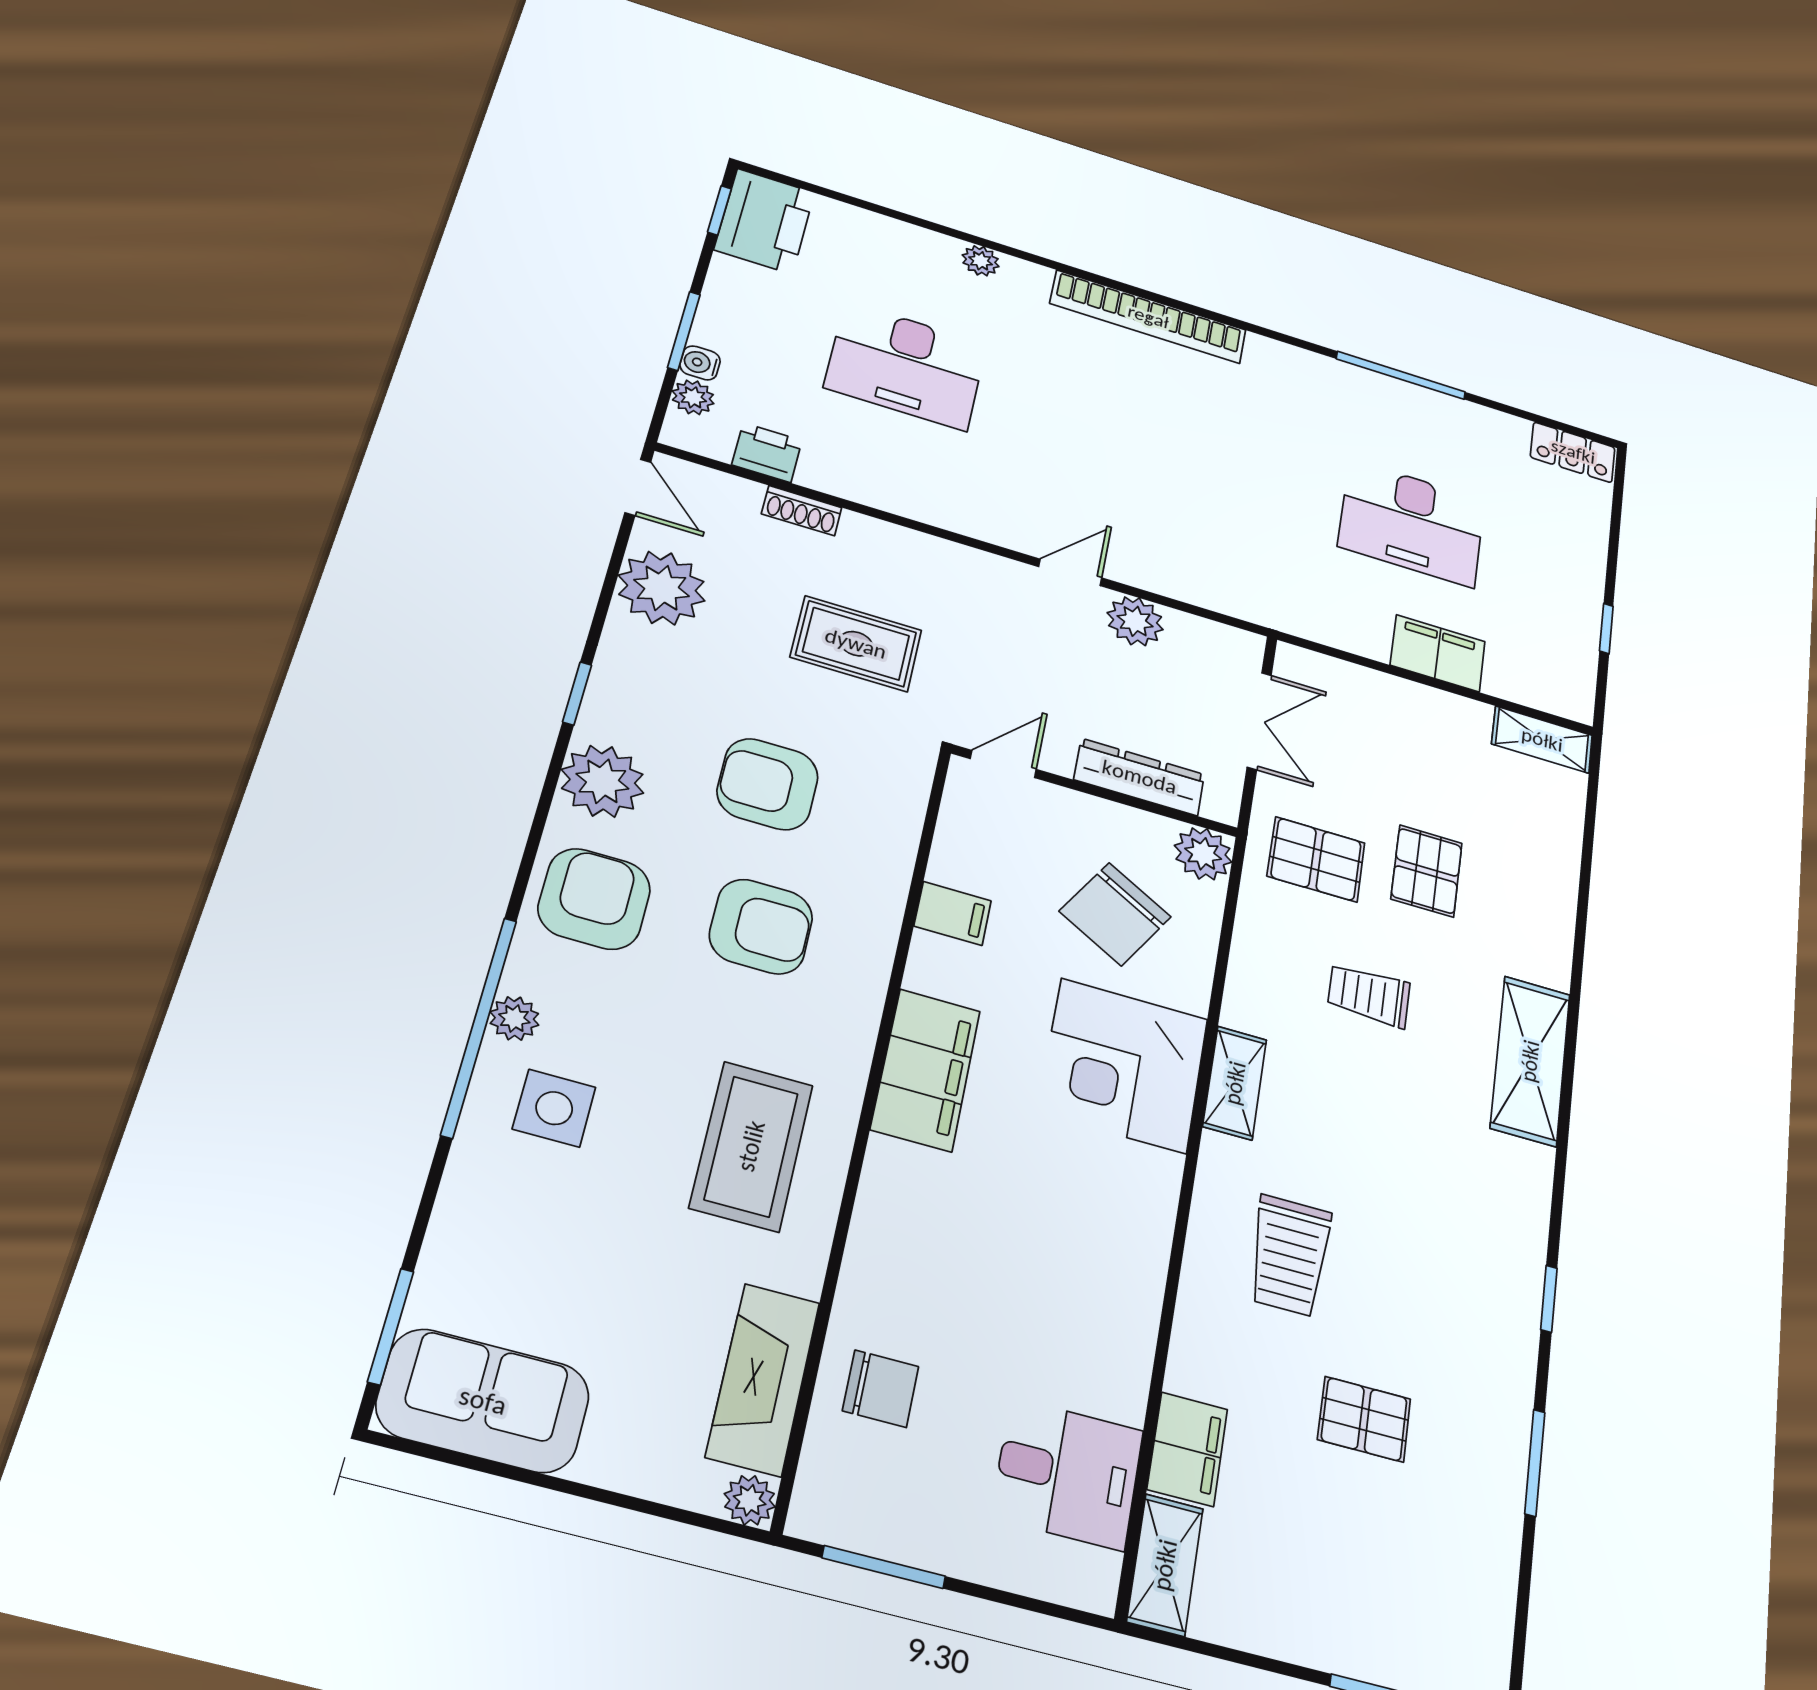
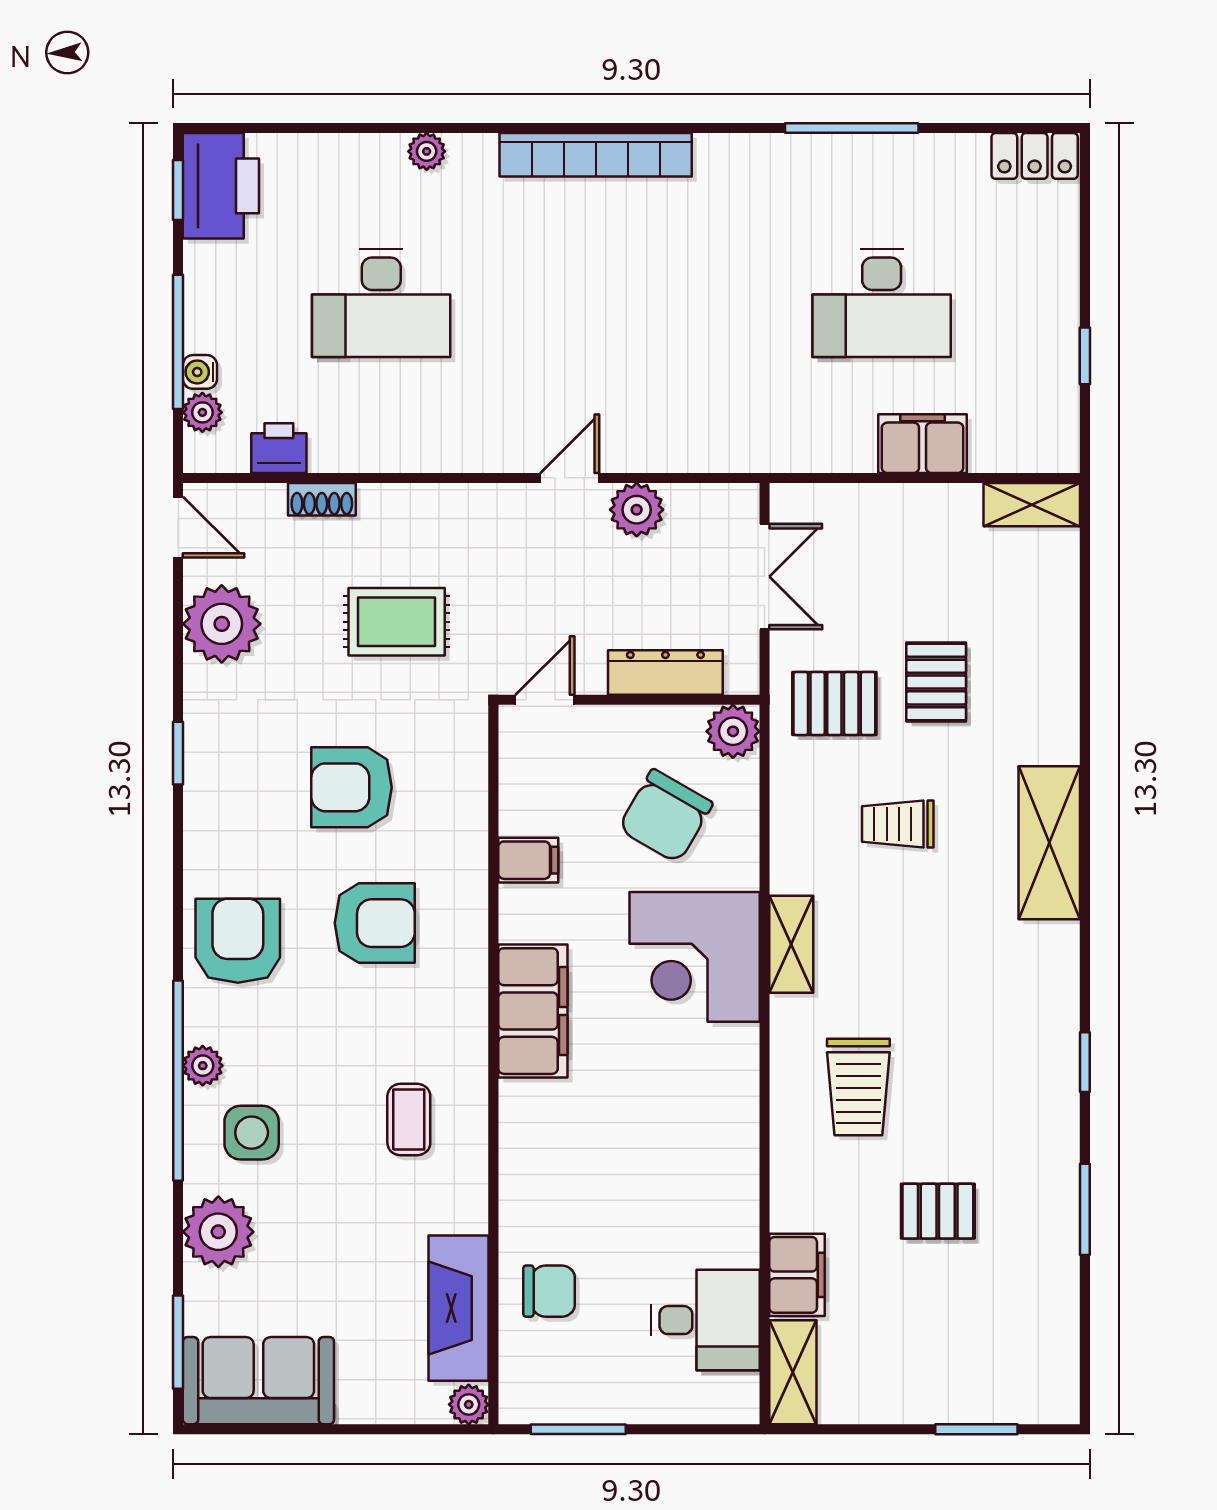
window: (684, 331) -> (178, 342), width x1.44
plant: (602, 781) -> (218, 1232), moved
coffee table: (751, 1146) -> (409, 1120), width x0.54, depth x0.58

